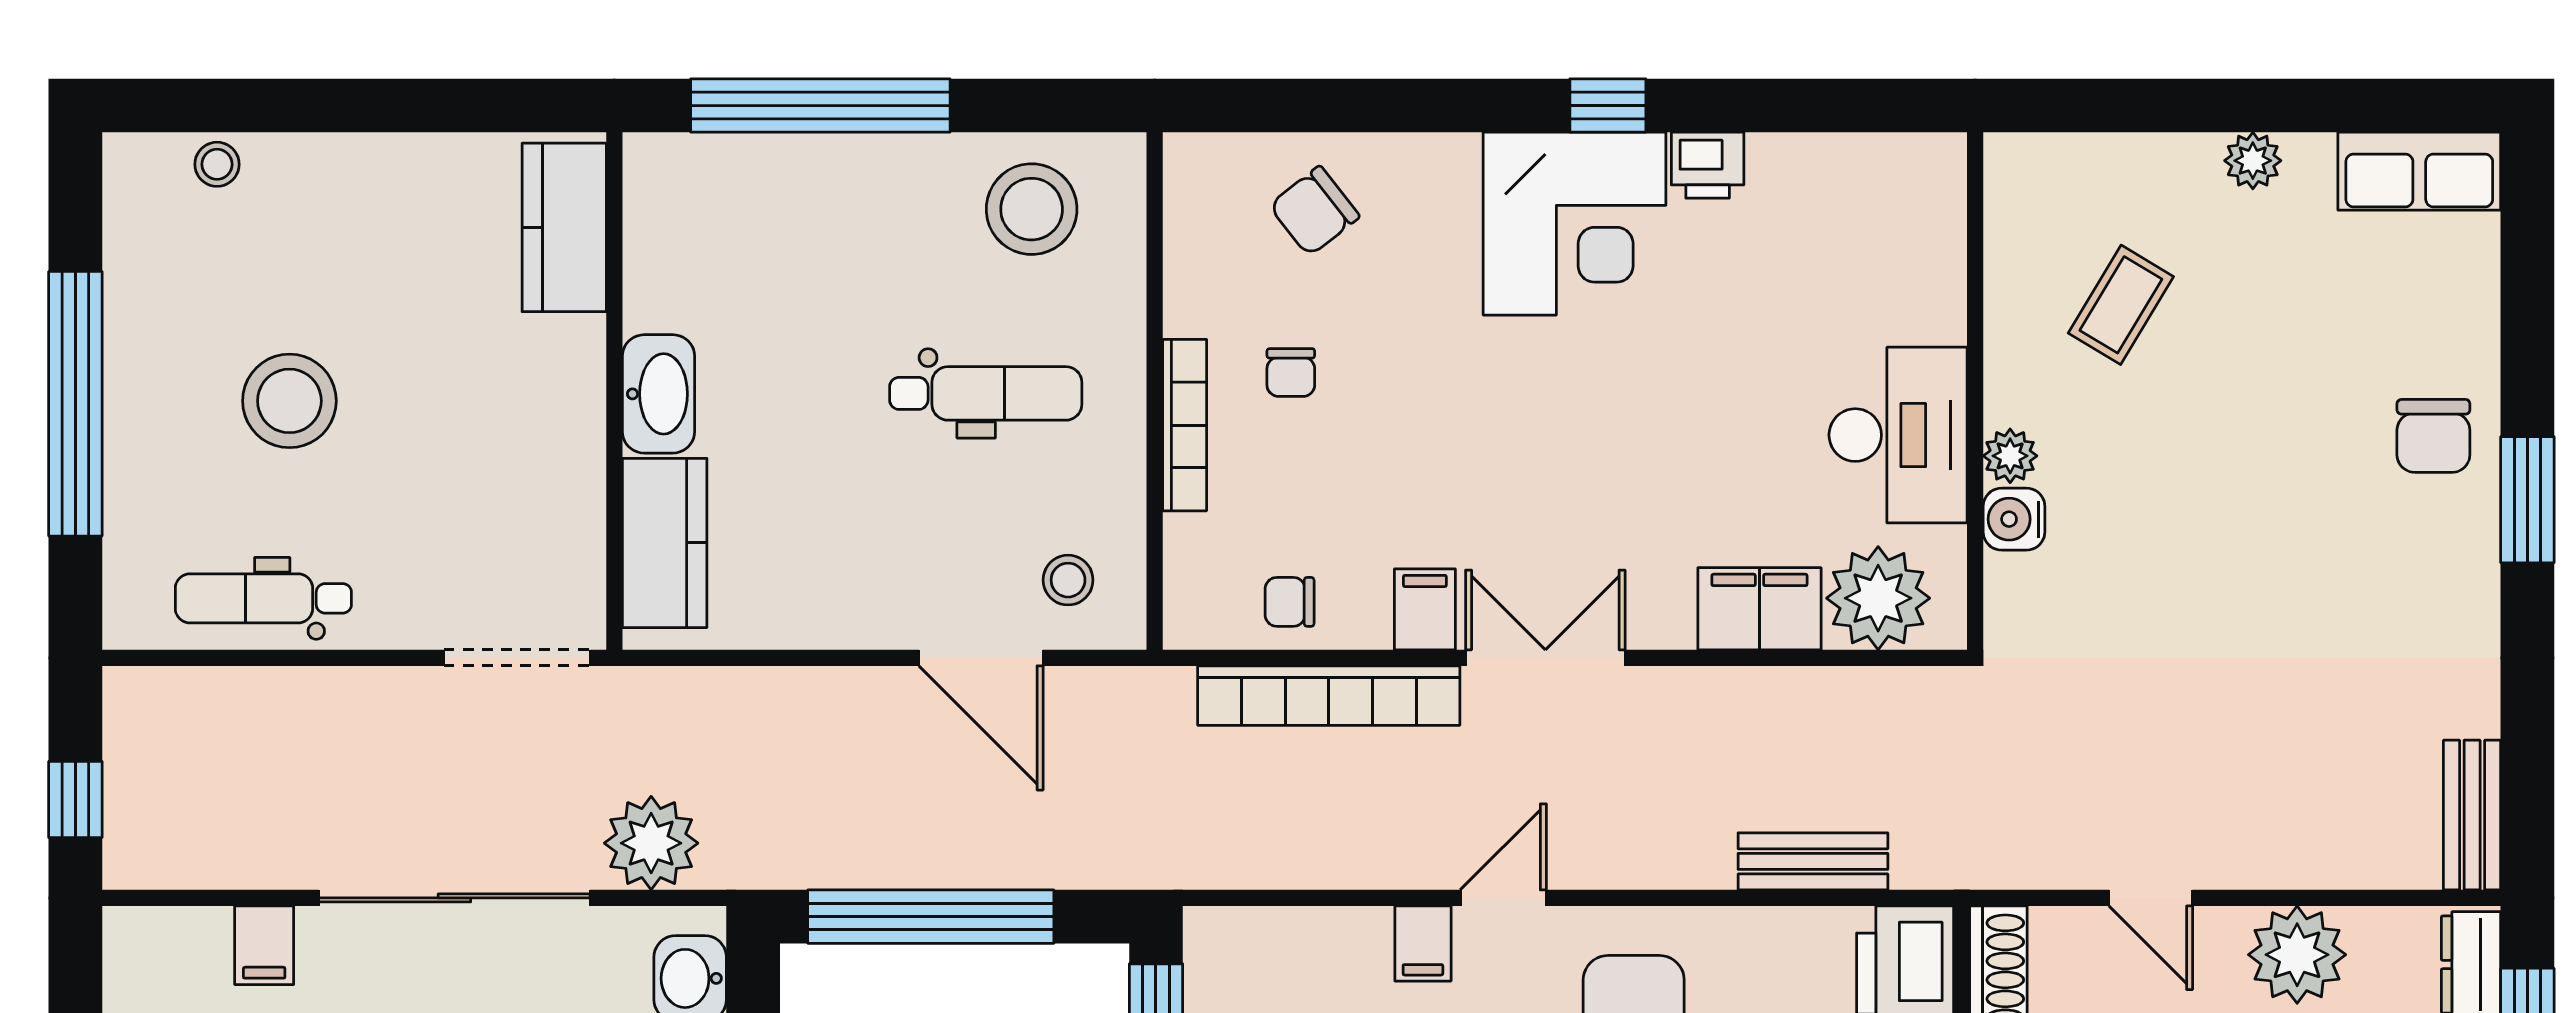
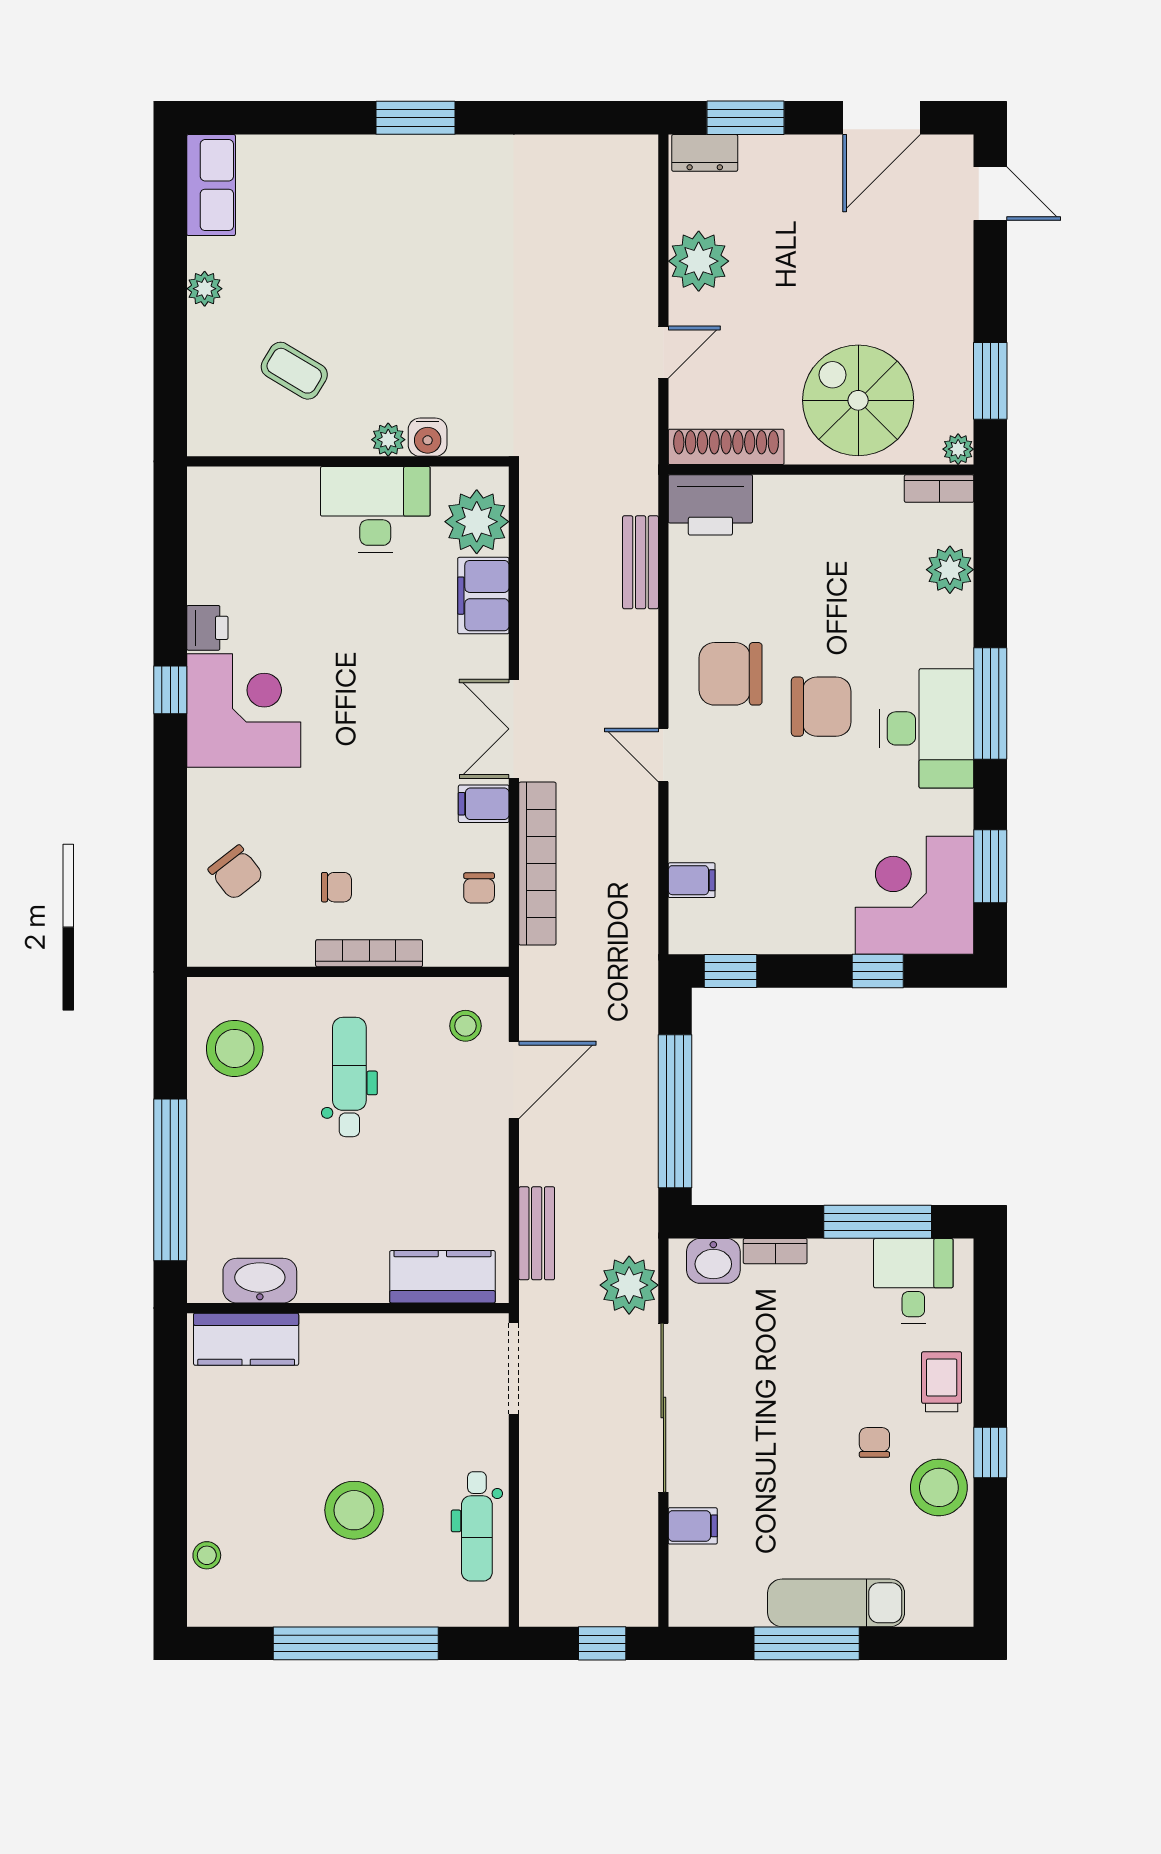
washbasin: (658, 394) -> (260, 1281), moved
chair: (2433, 436) -> (376, 176), removed
bench: (2472, 815) -> (537, 1233), moved, turned 90
filing cabinet: (1423, 943) -> (692, 880), moved

